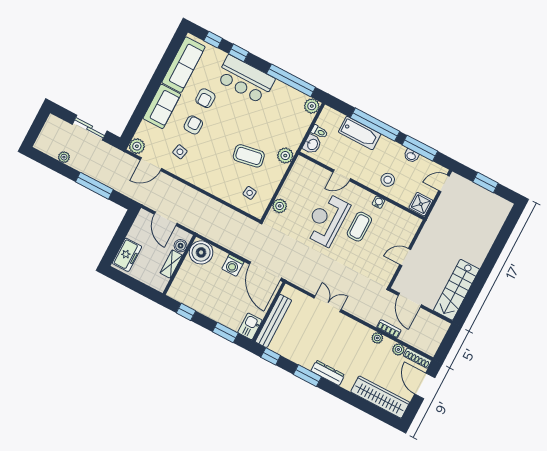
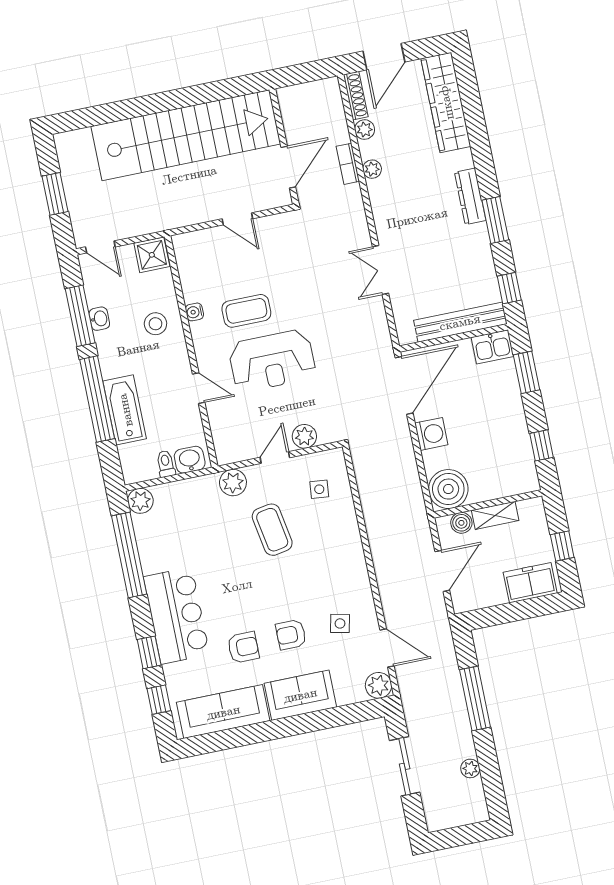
door: (281, 184) -> (275, 457), added
window: (132, 283) -> (562, 546), added
stairs: (456, 290) -> (186, 135), width x1.86, depth x1.51

